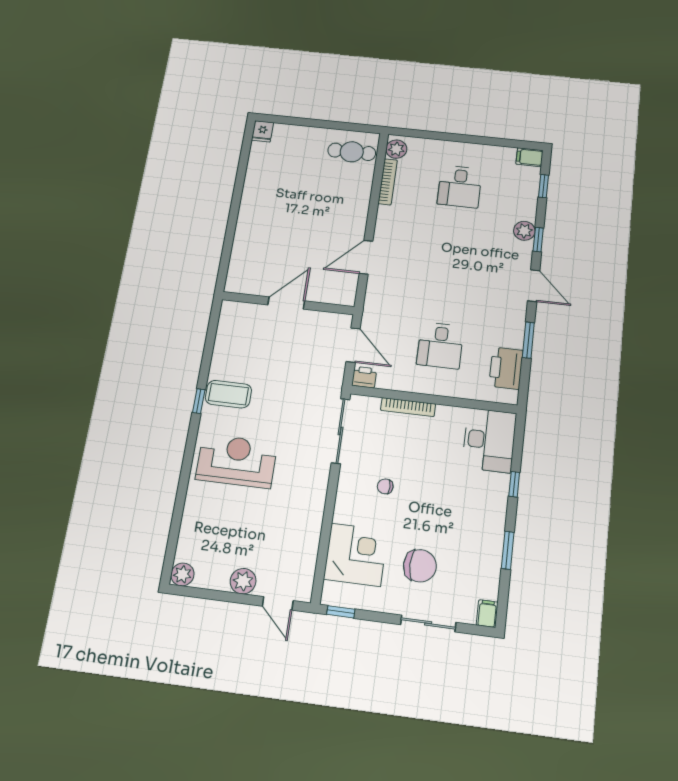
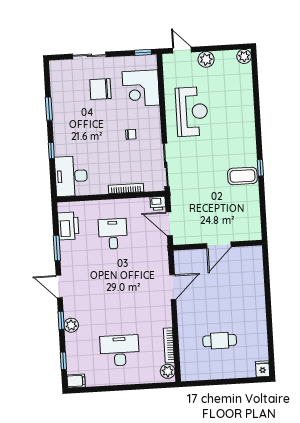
cafe table: (352, 152) -> (220, 341), moved
desk: (460, 187) -> (120, 350), width x1.37
reception desk: (237, 461) -> (192, 112), moved, turned -90
filing cabinet: (487, 614) -> (55, 68), removed

